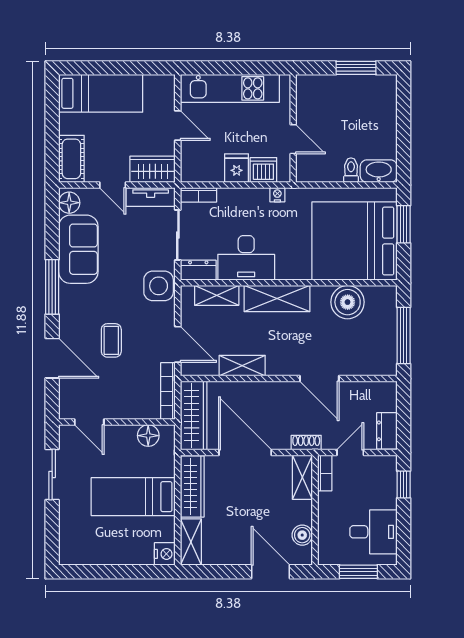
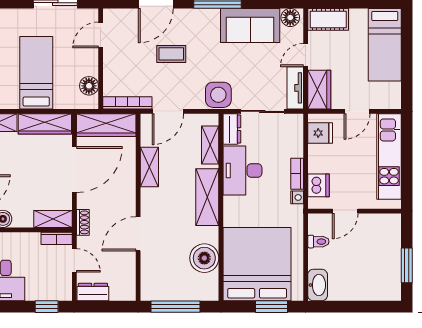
fridge: (237, 168) -> (320, 133), moved
toilet: (351, 170) -> (318, 242), moved
bookcase: (199, 195) -> (297, 174), moved

